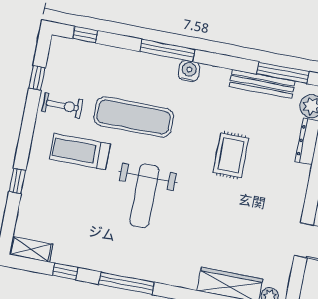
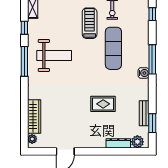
window: (283, 73) -> (152, 123), width x0.69
bench: (262, 84) -> (144, 113), width x0.73
weight bench: (144, 196) -> (54, 55), moved, turned 180

